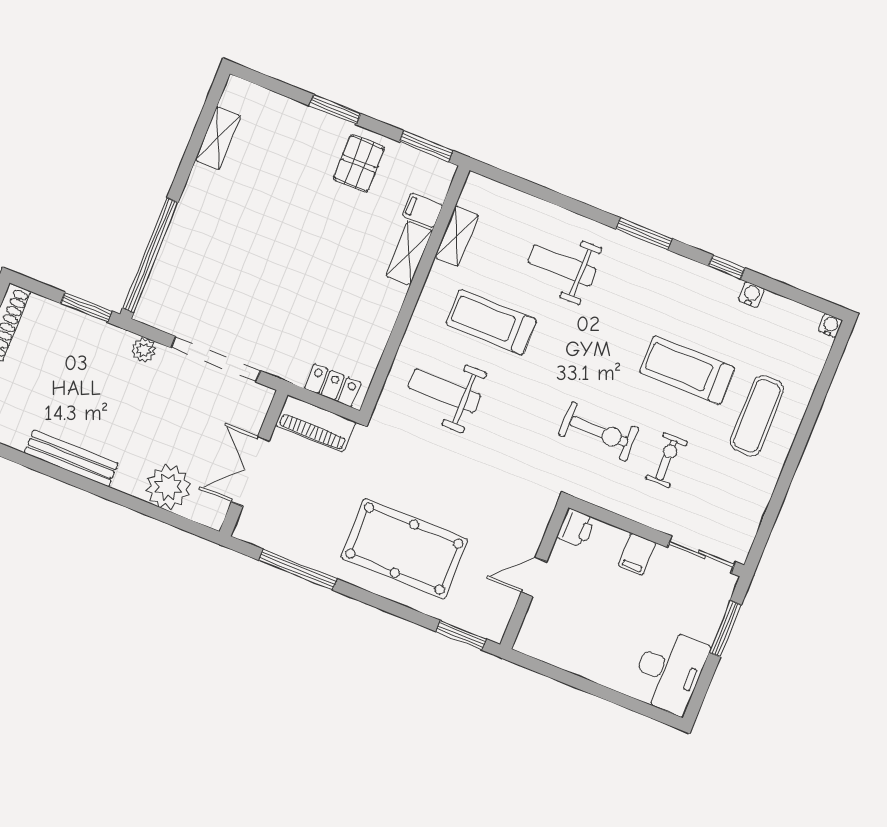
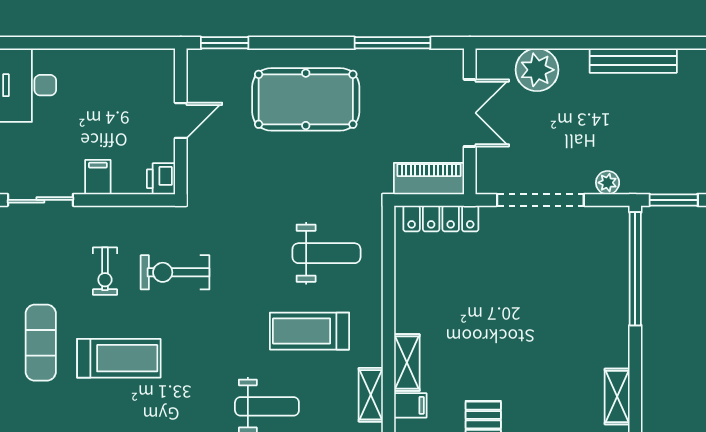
treadmill: (491, 322) -> (309, 331), turned 180
locker: (333, 385) -> (441, 218), width x1.53

